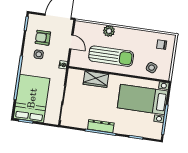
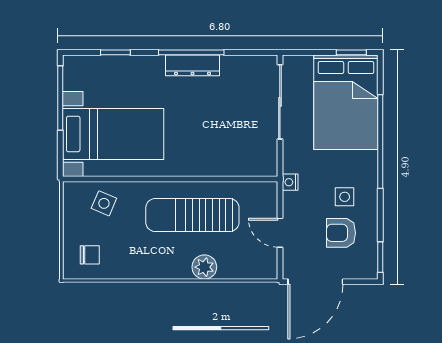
armchair: (43, 38) -> (341, 233), turned 180
wardrobe: (96, 79) -> (217, 162), removed

